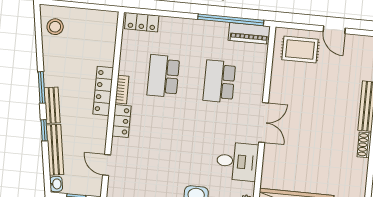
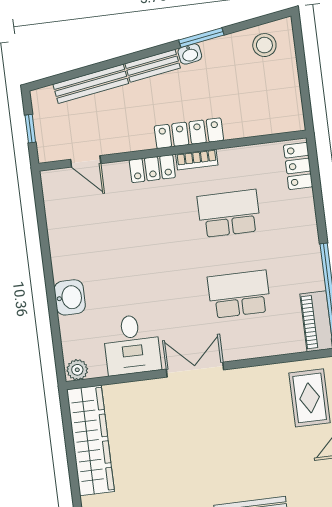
window: (42, 87) -> (201, 38), moved
double door: (264, 123) -> (195, 370), swing flipped
window: (44, 130) -> (115, 62), removed
door: (107, 165) -> (86, 161), swing flipped
washbasin: (56, 184) -> (190, 54), moved

